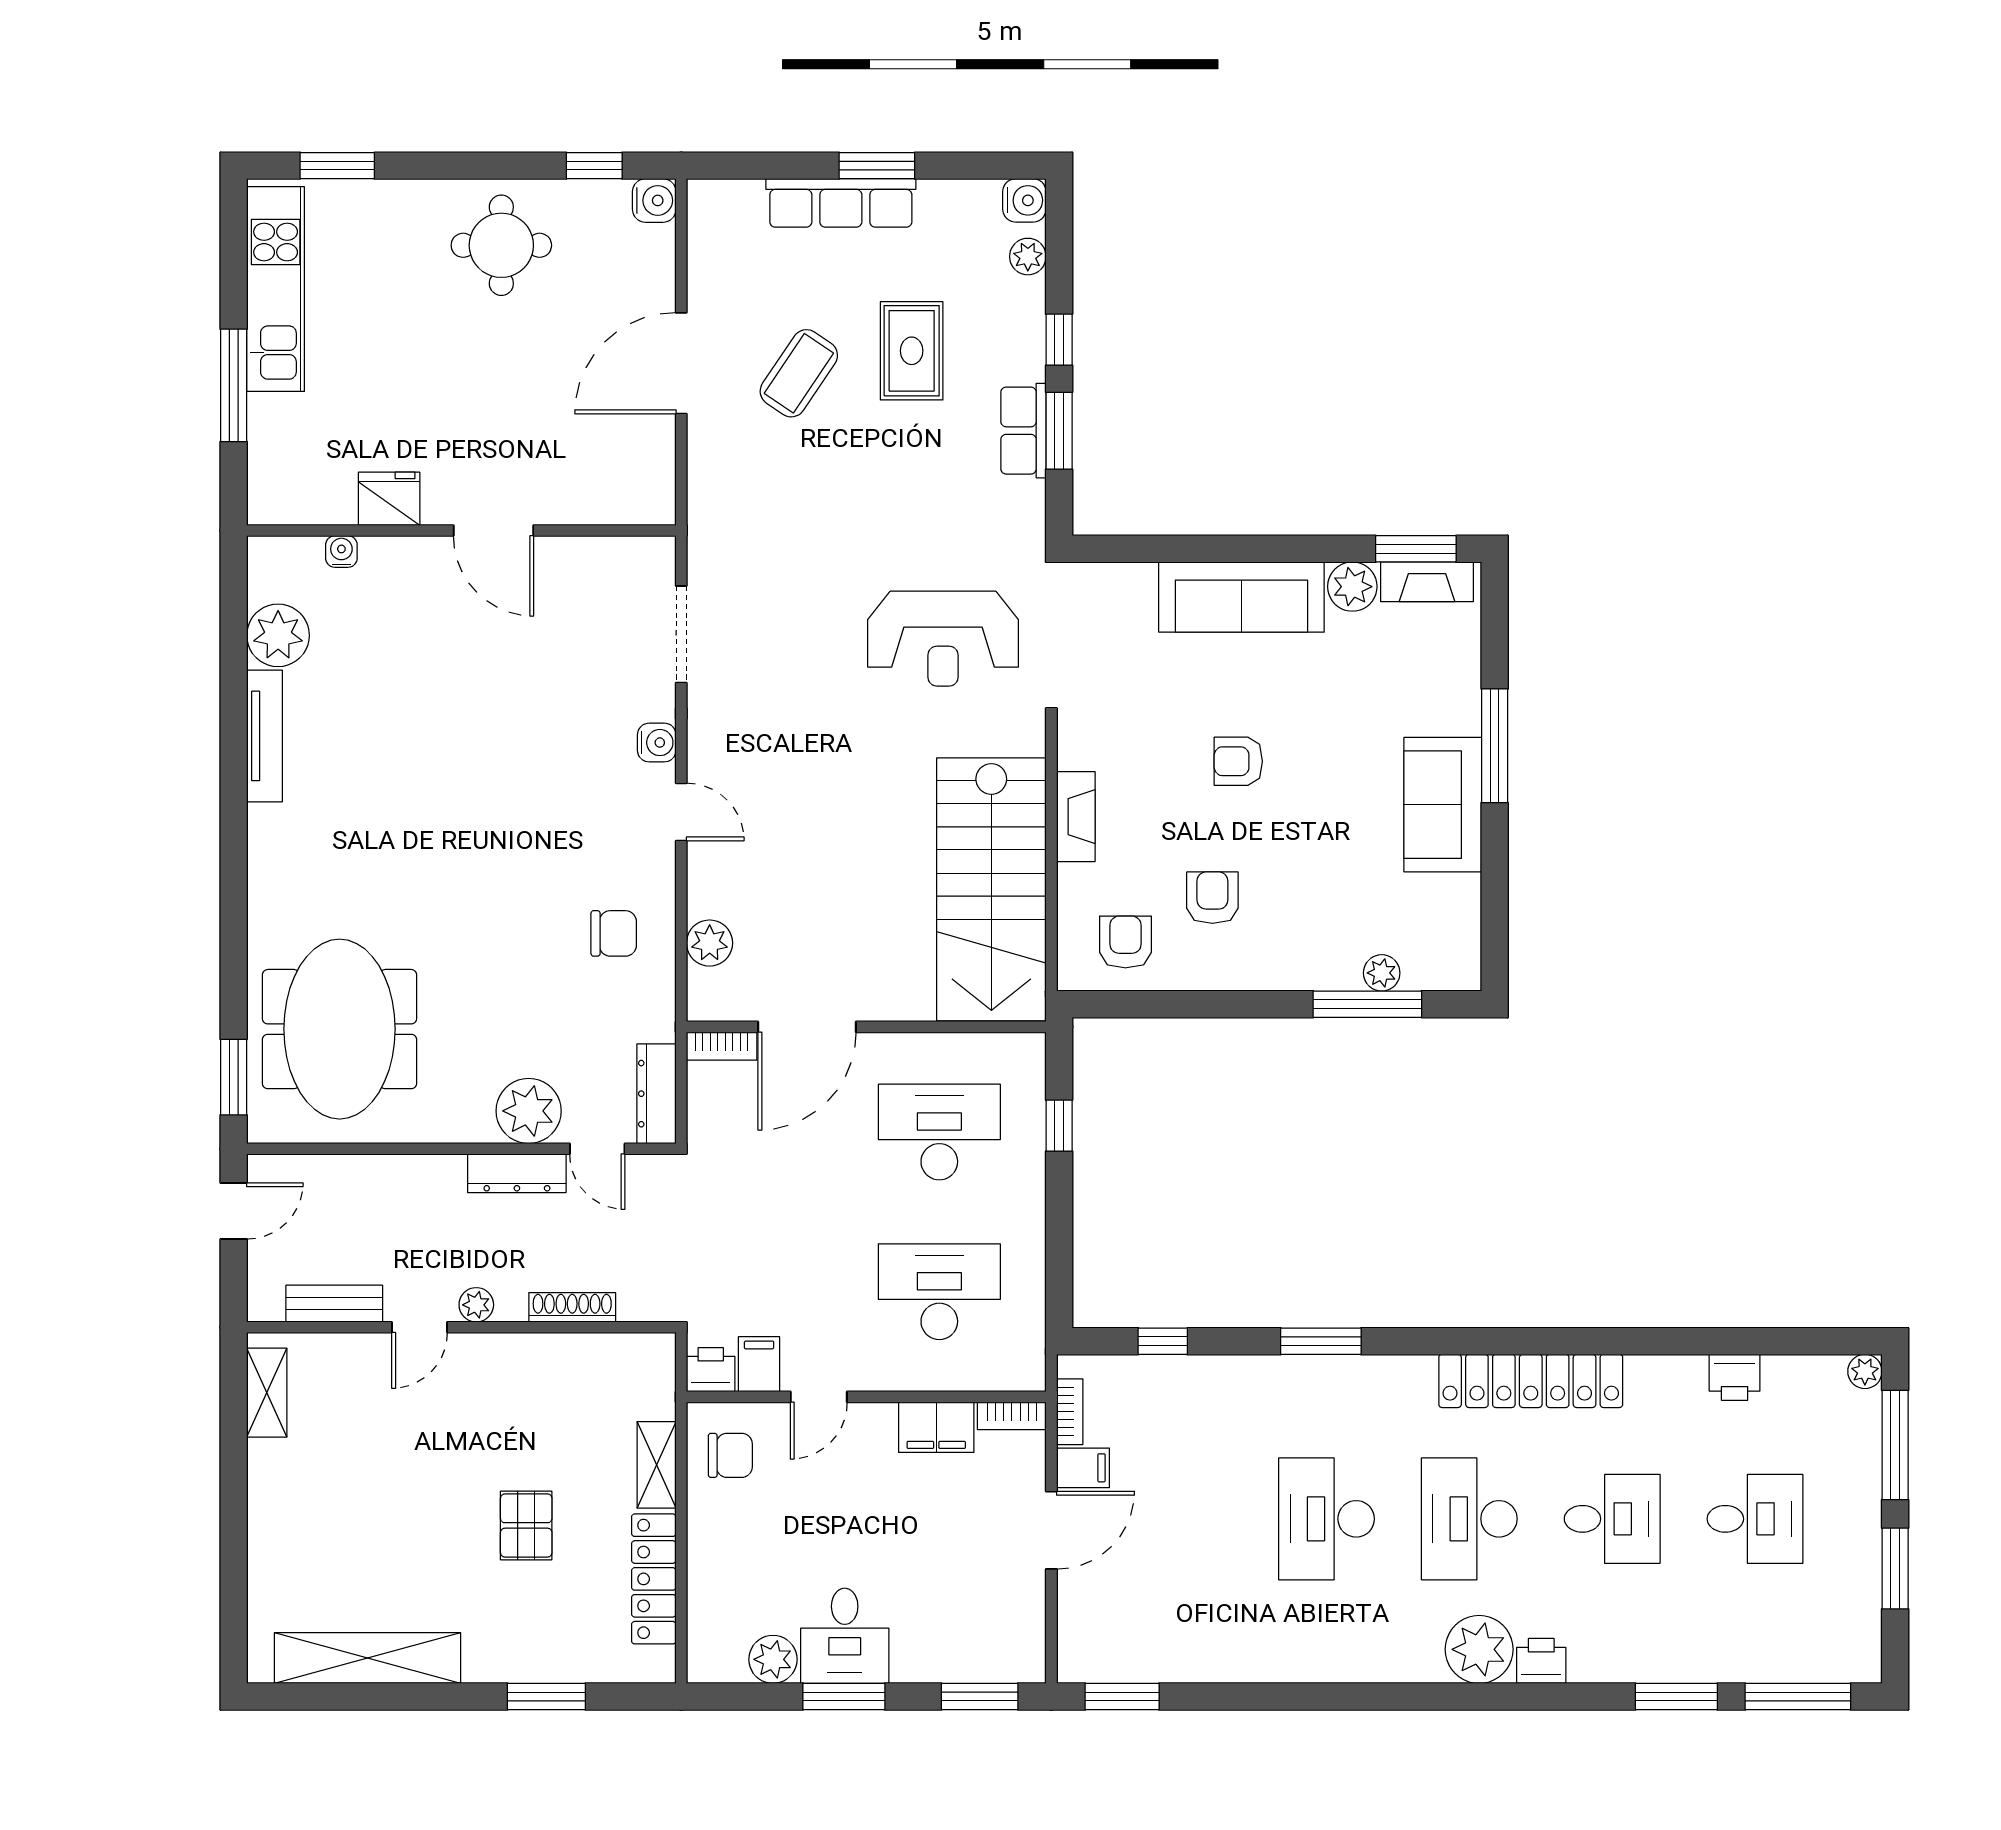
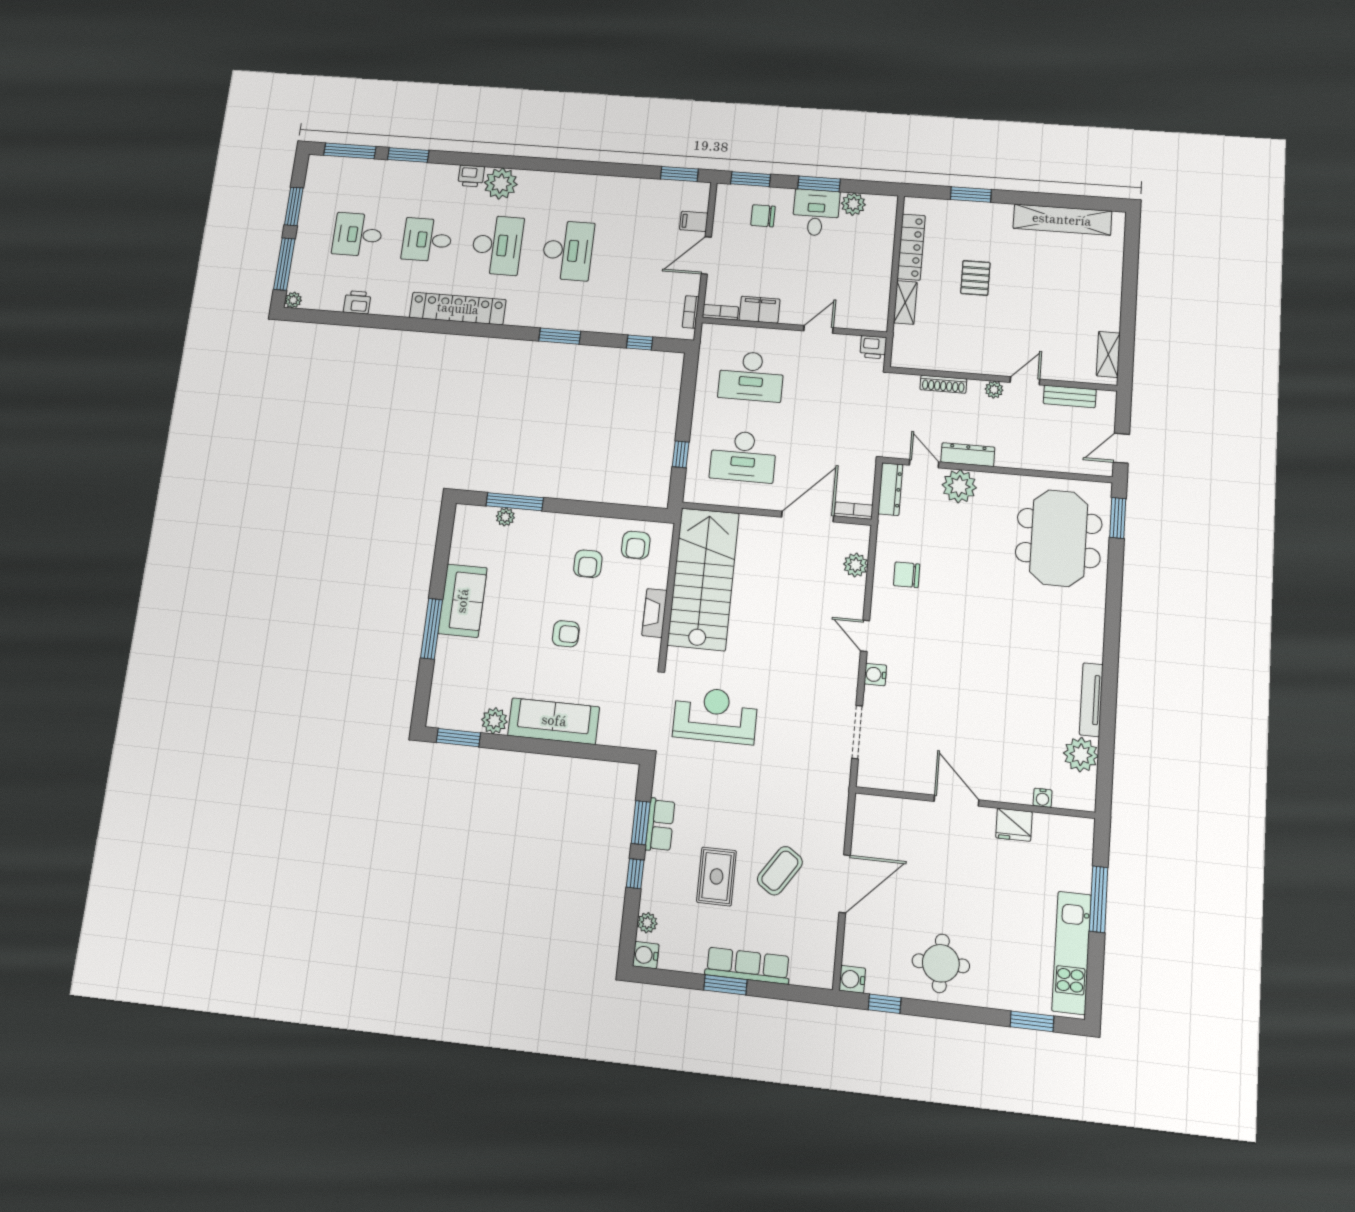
fireplace: (1427, 582) -> (455, 719), removed
filing cabinet: (759, 1364) -> (848, 348), removed
chair: (730, 1455) -> (763, 216), moved
filing cabinet: (1083, 1468) -> (694, 221), moved

